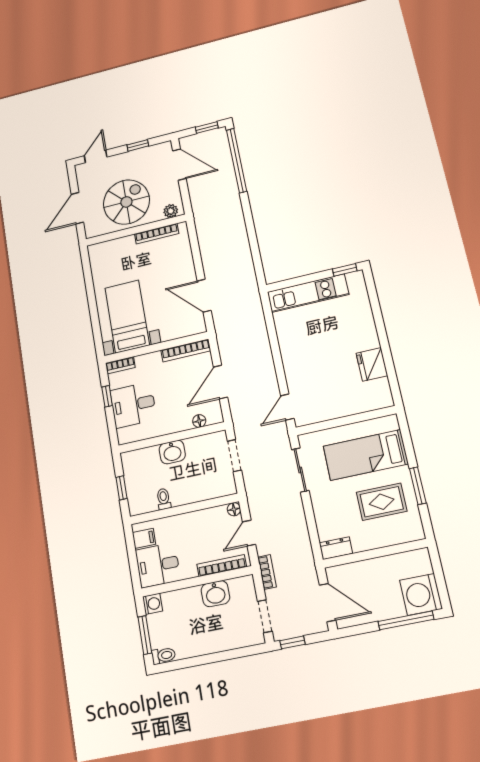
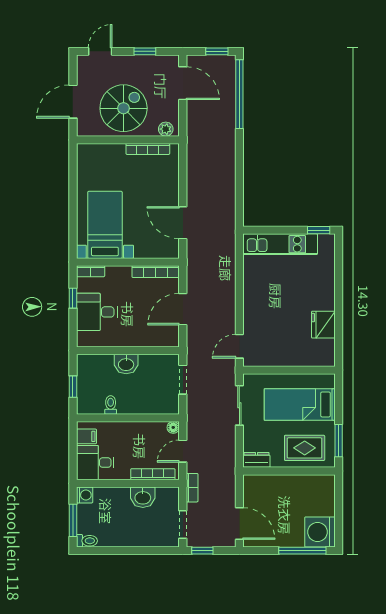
floor lamp: (199, 421) -> (156, 341), removed
dresser: (336, 548) -> (256, 460), moved
wall: (375, 553) -> (289, 471), moved

